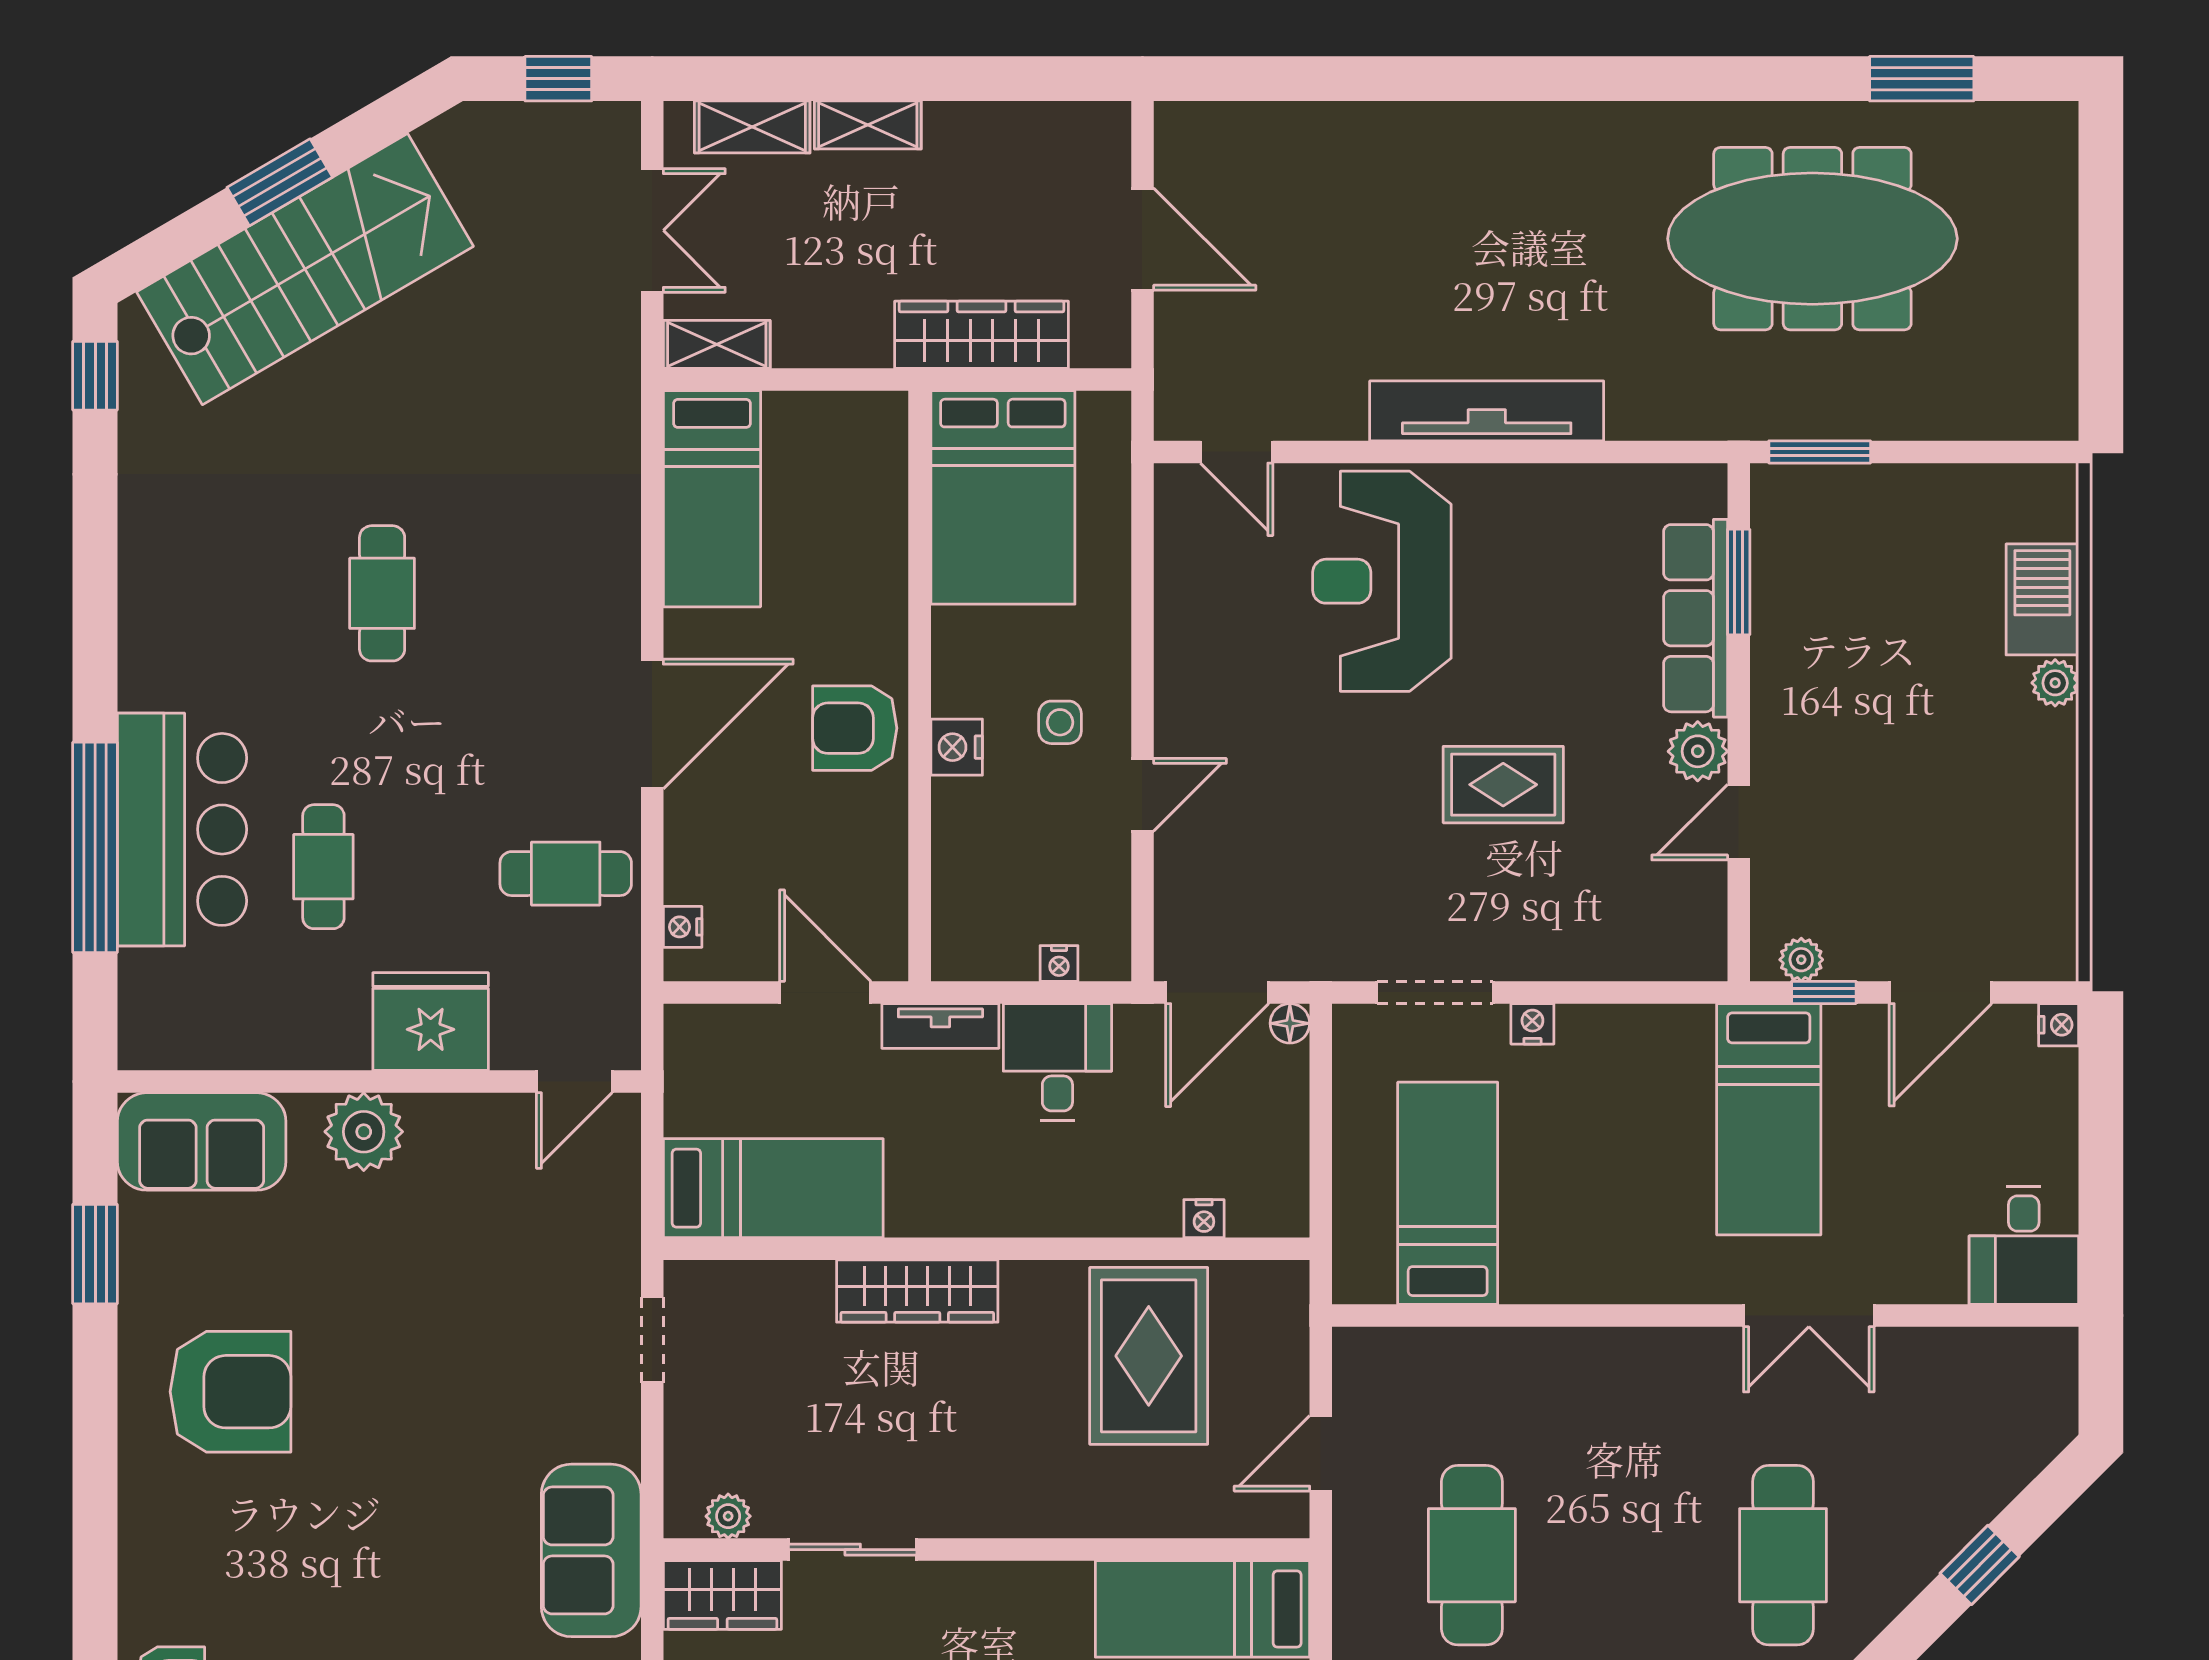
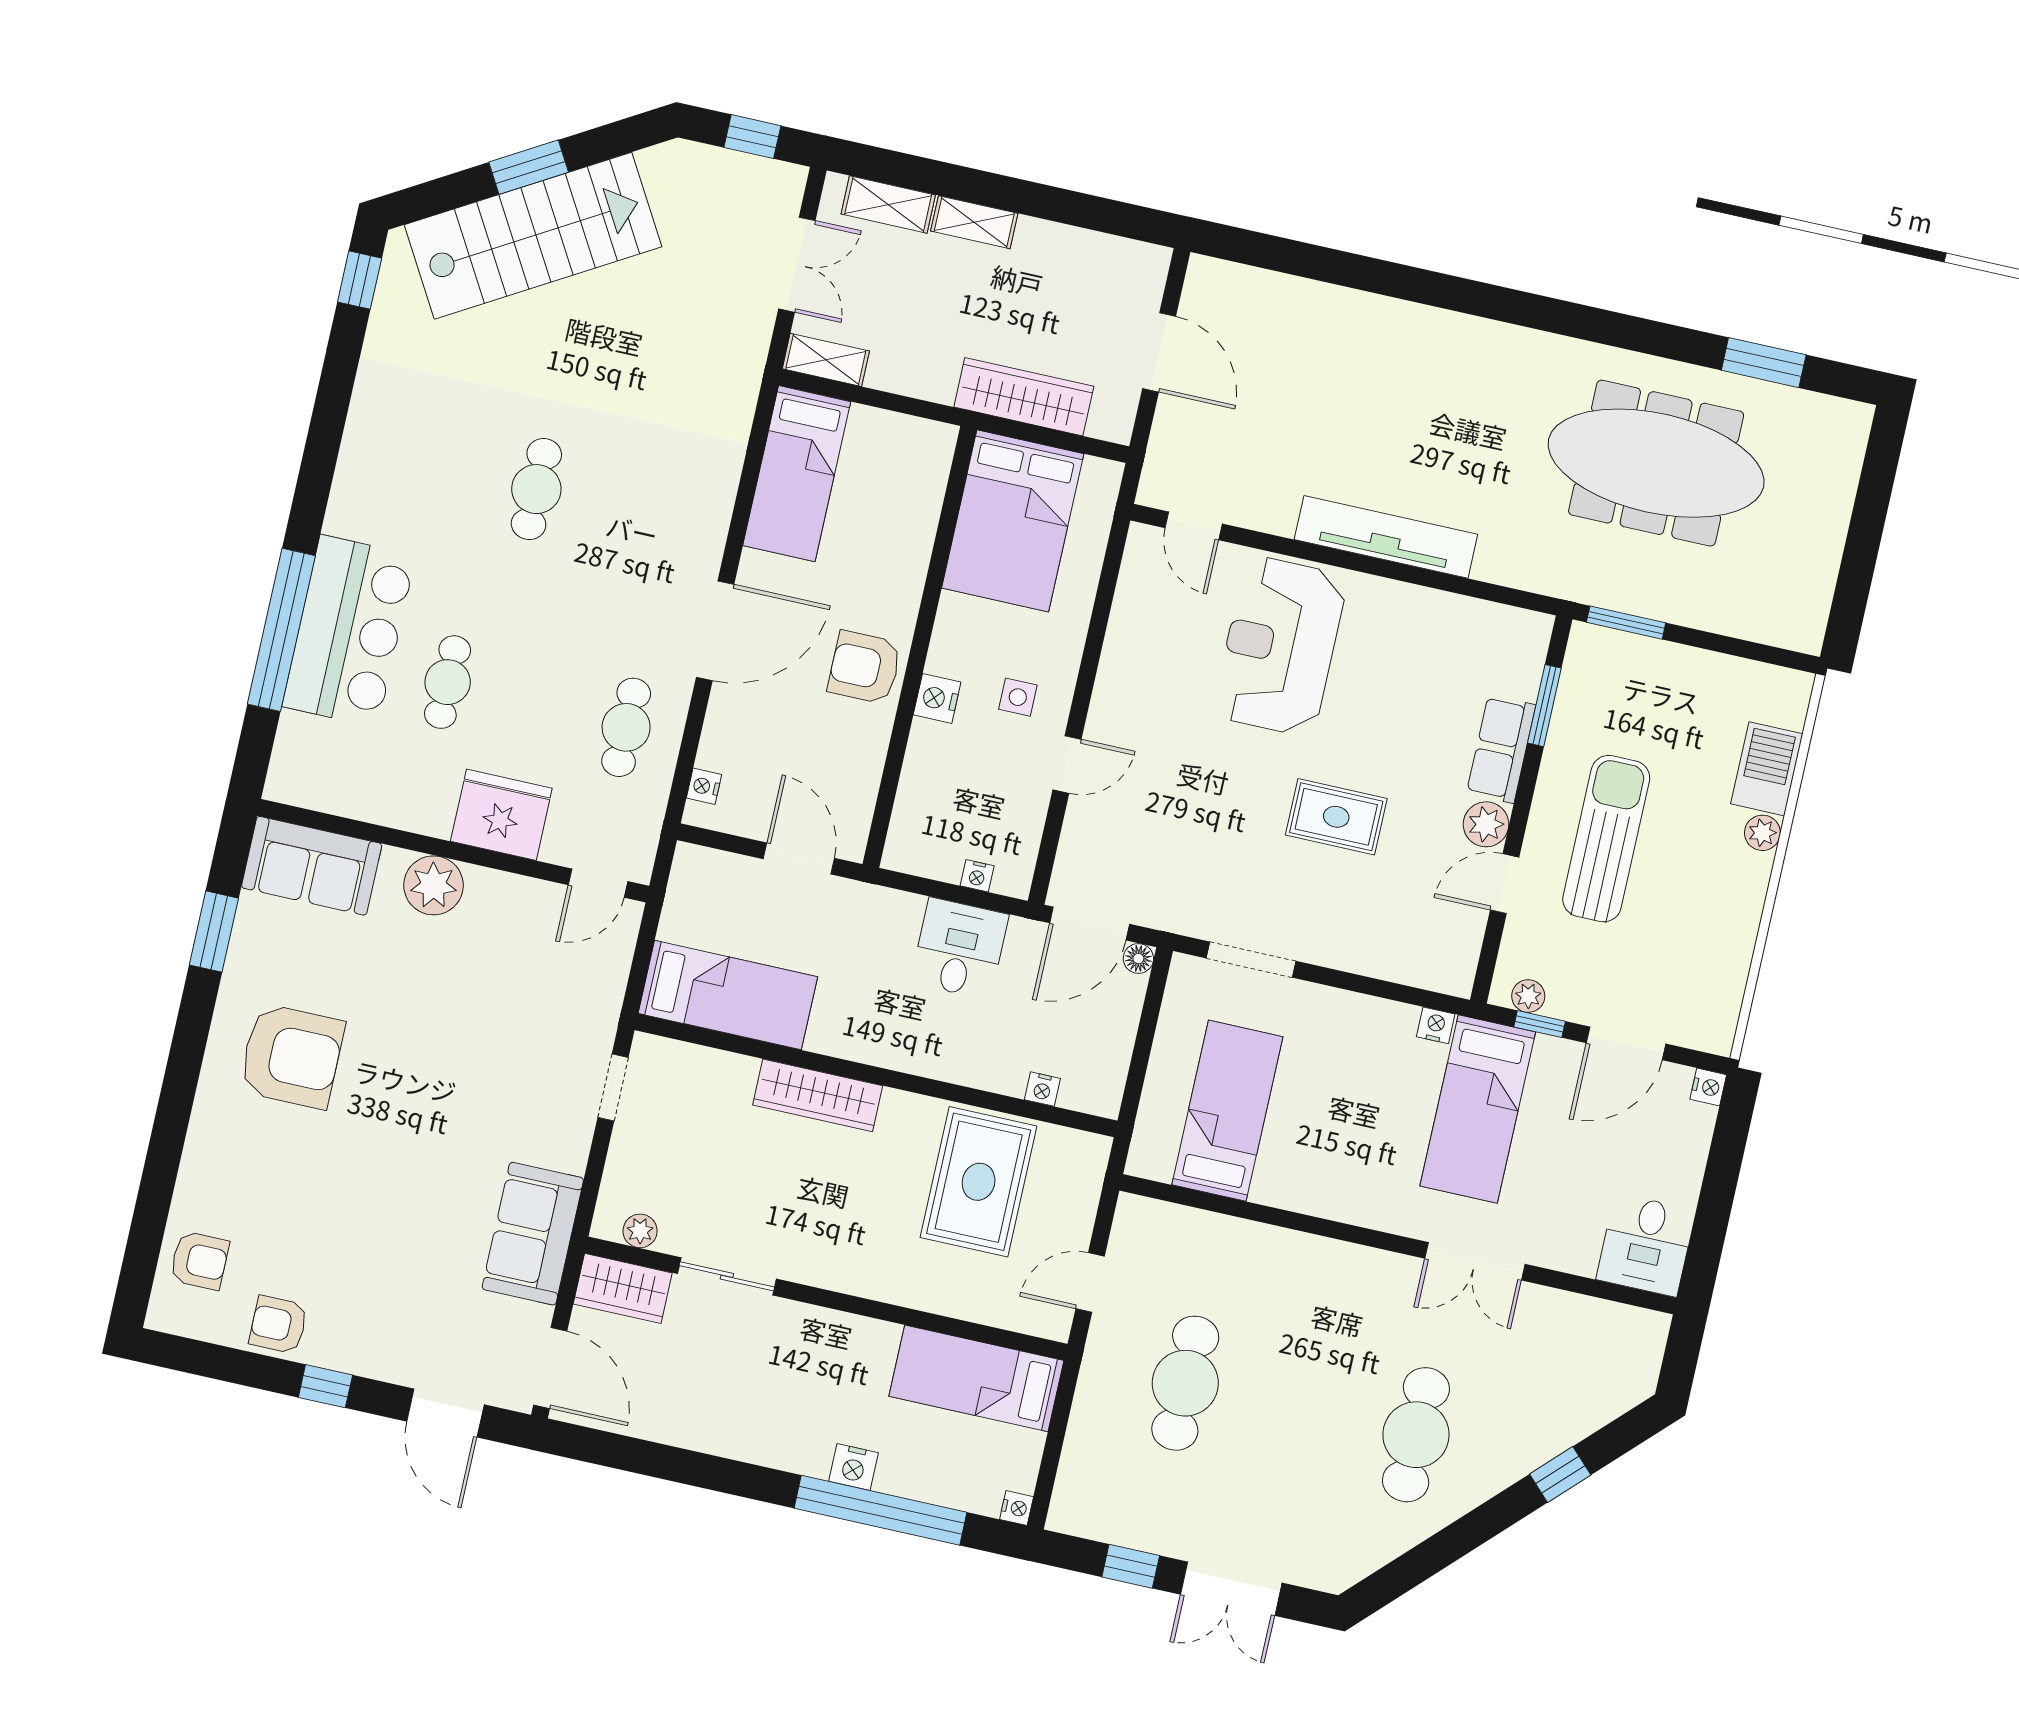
row of seats: (1696, 618) -> (1501, 749), width x0.68
sun lounger: (1856, 735) -> (1606, 839), added
cafe table: (566, 874) -> (626, 727), turned 90
nightstand: (1532, 1024) -> (1436, 1025), moved
tv unit: (940, 1026) -> (879, 902), removed

